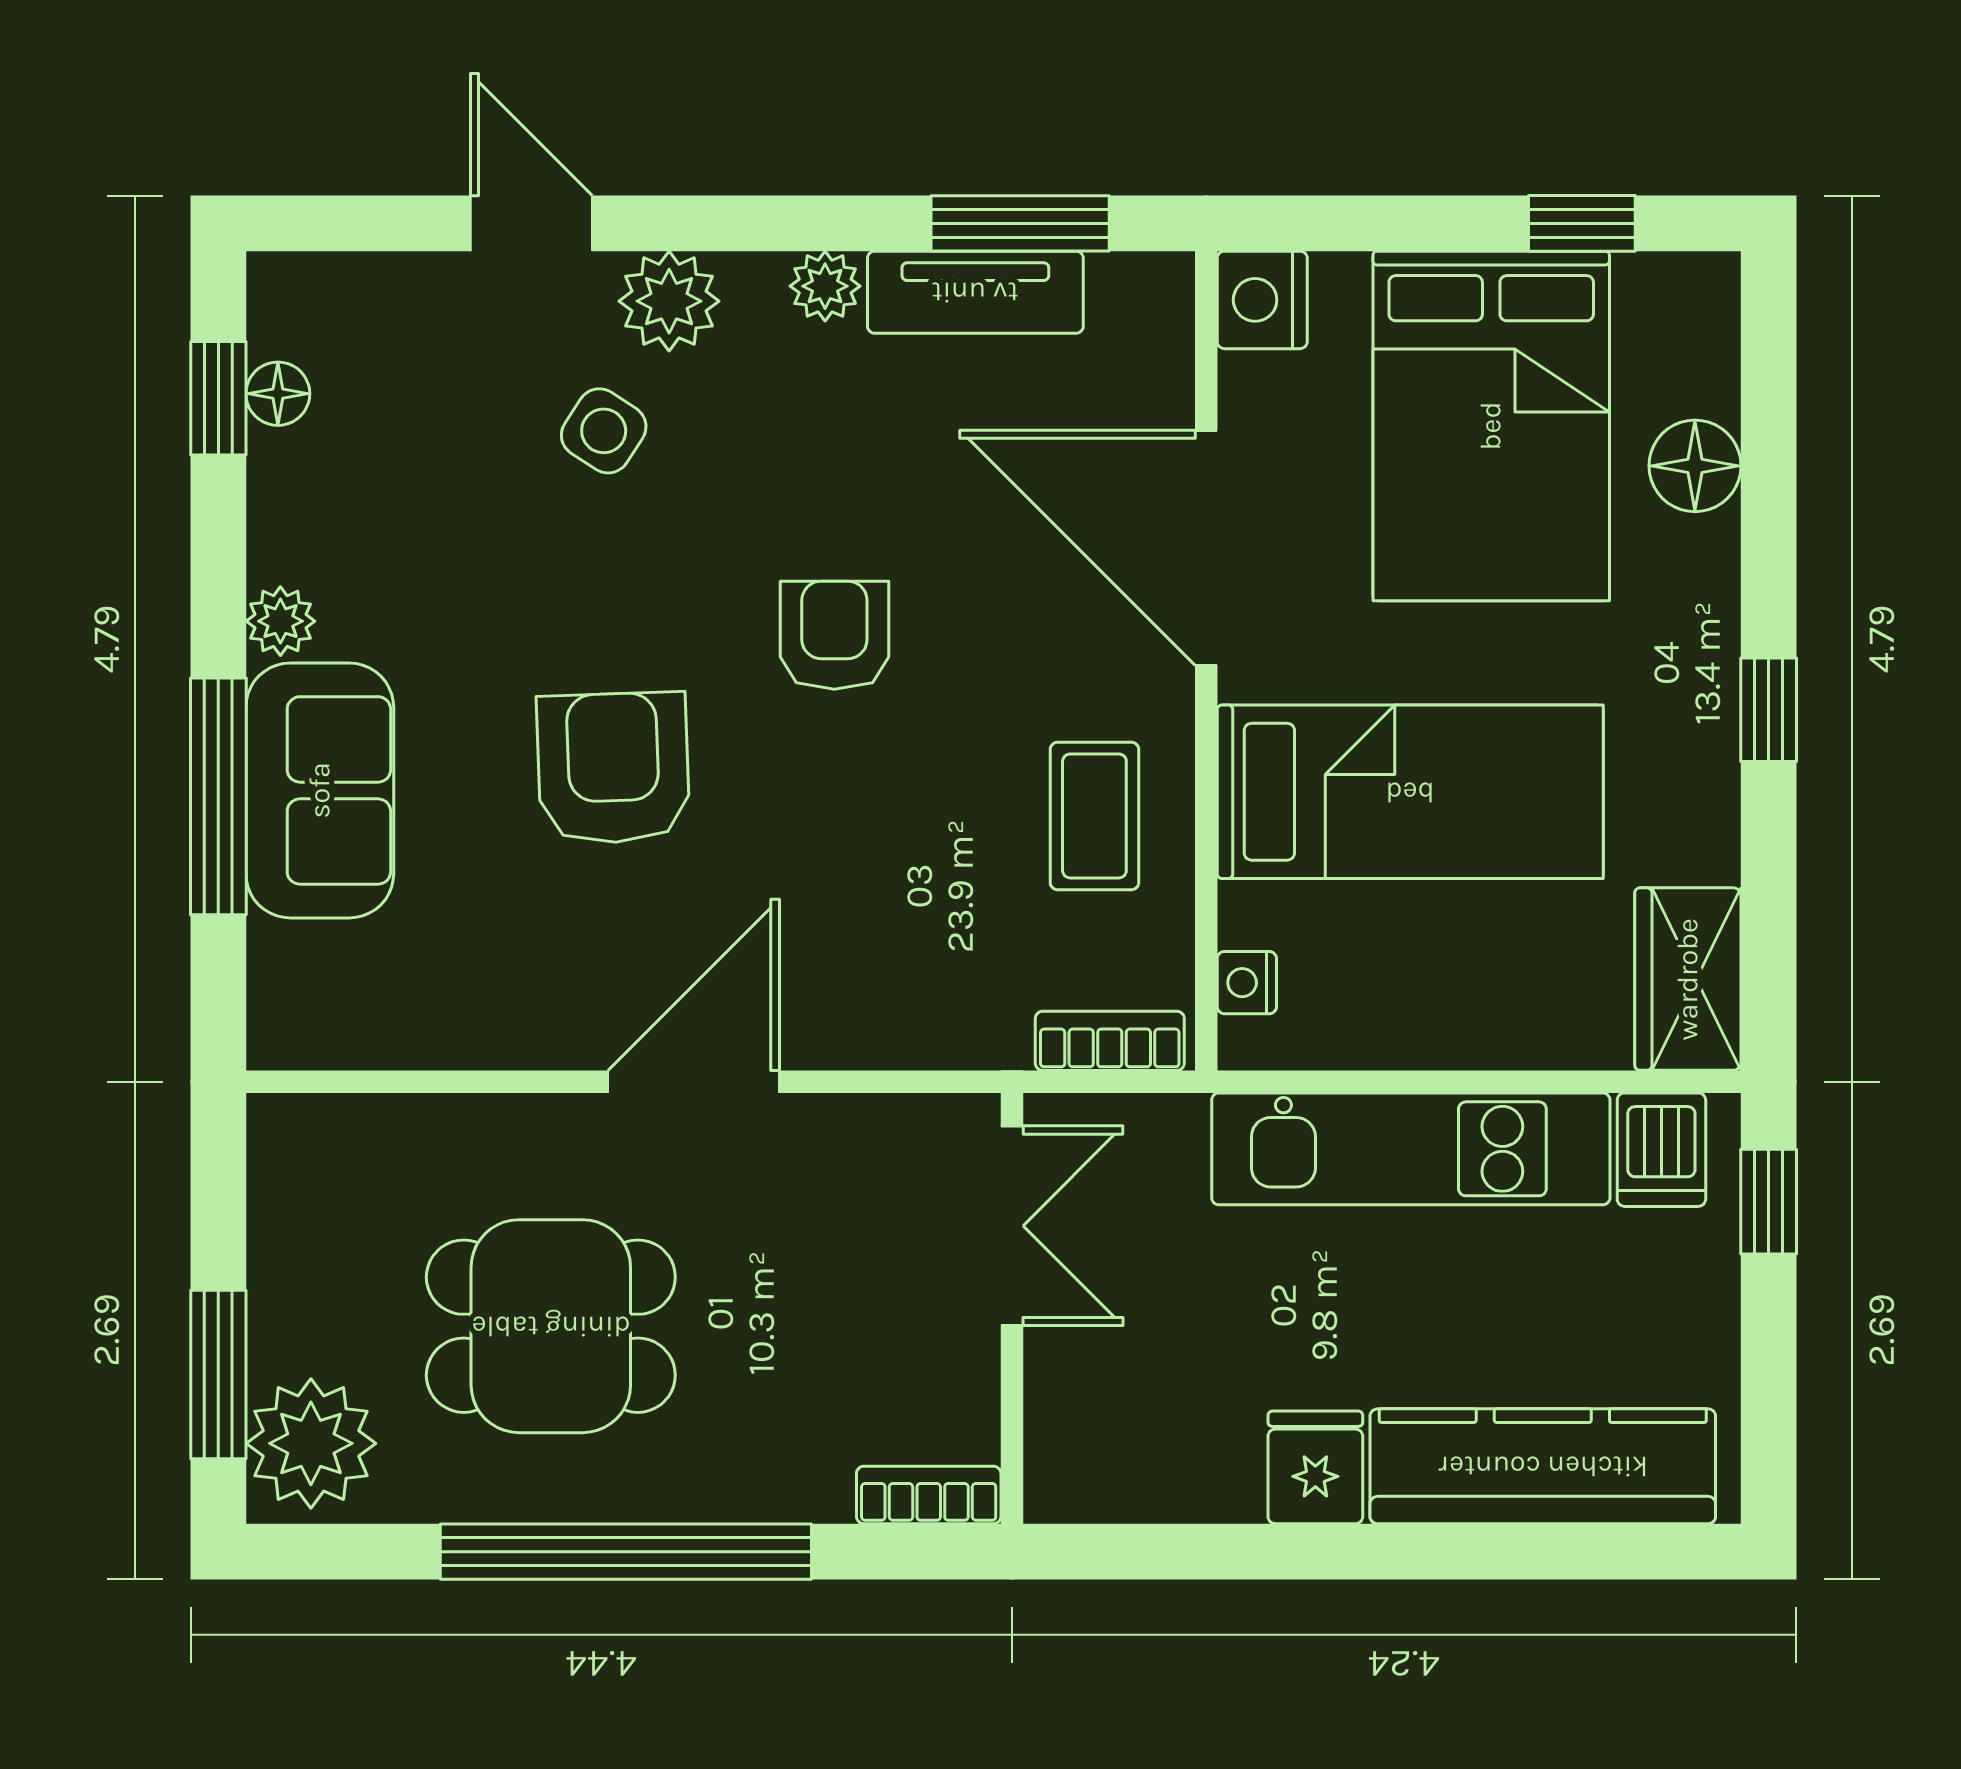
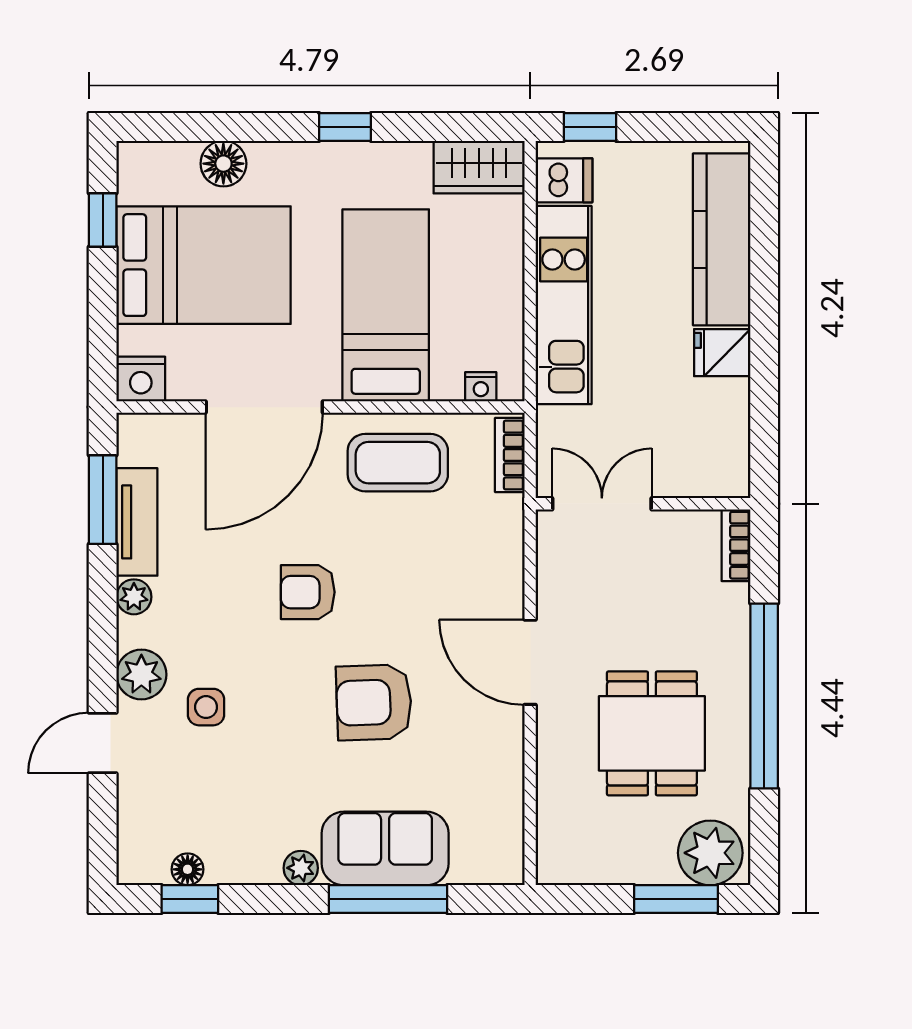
side table: (604, 431) -> (206, 707), turned -33
coffee table: (1094, 816) -> (398, 463), width x1.36, depth x1.30

